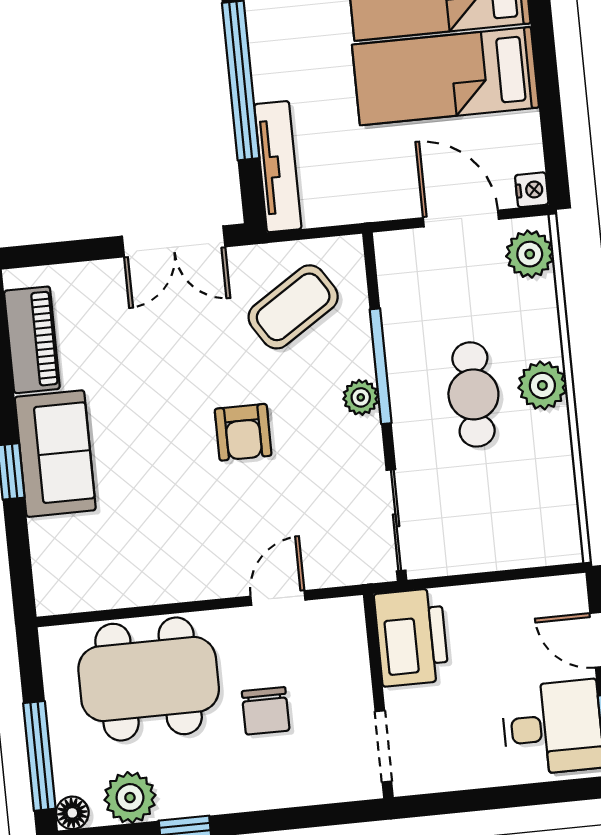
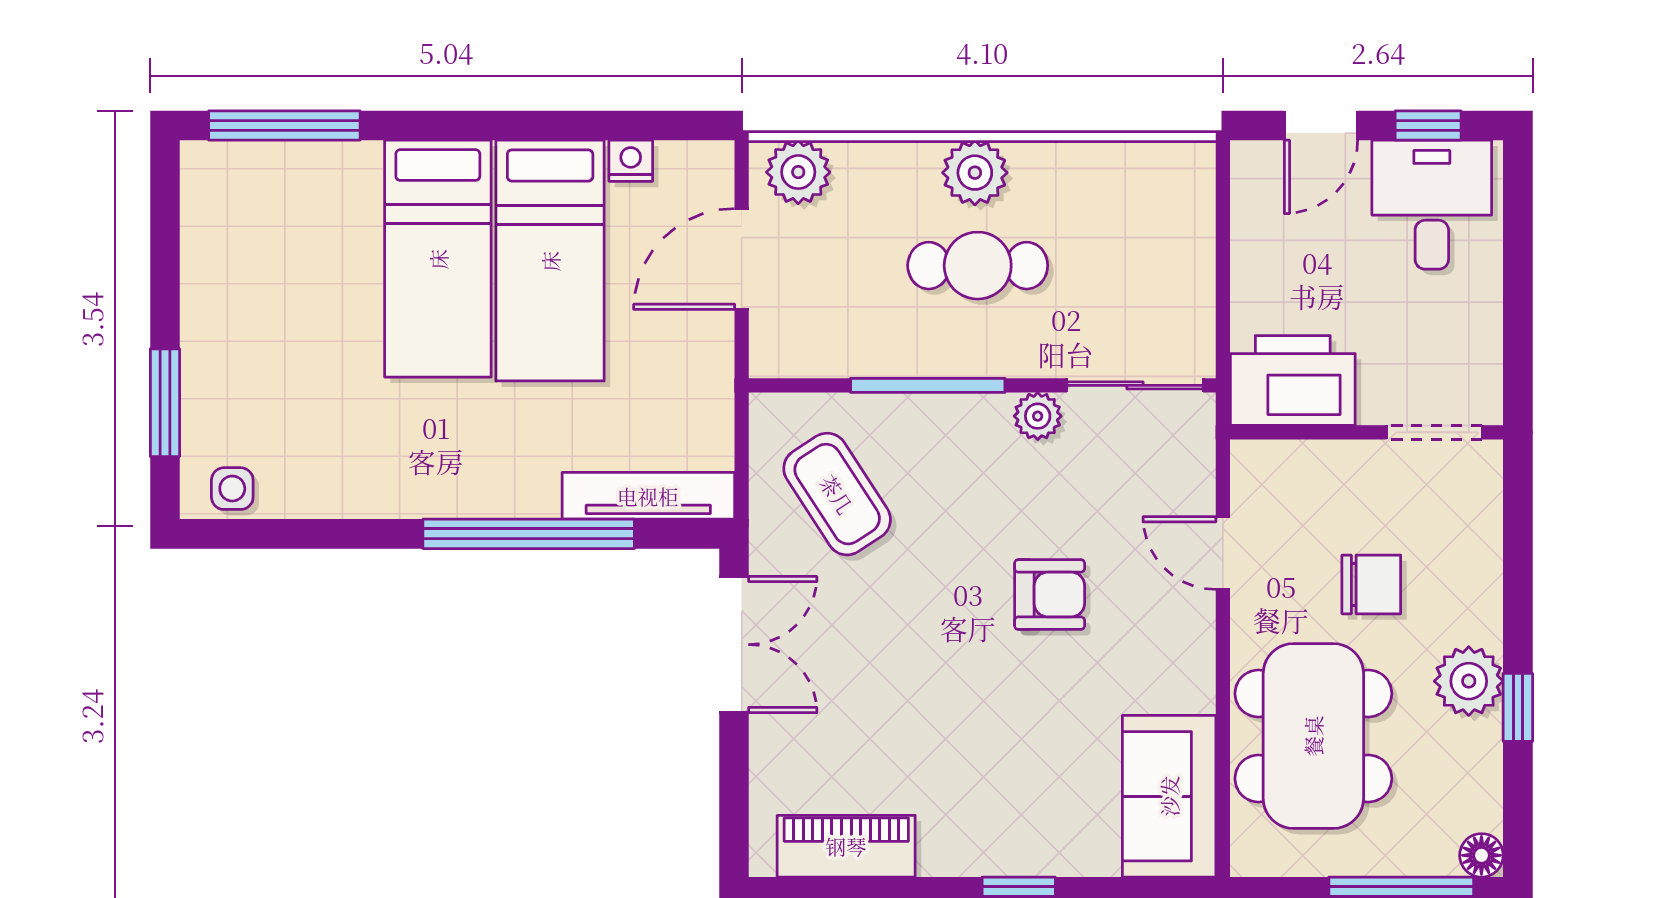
nightstand: (532, 190) -> (631, 161), moved
plant: (361, 397) -> (1038, 416), moved
armchair: (243, 432) -> (1050, 594), moved
sofa: (55, 454) -> (1169, 796), moved, turned -90
plant: (130, 798) -> (1469, 681), moved

